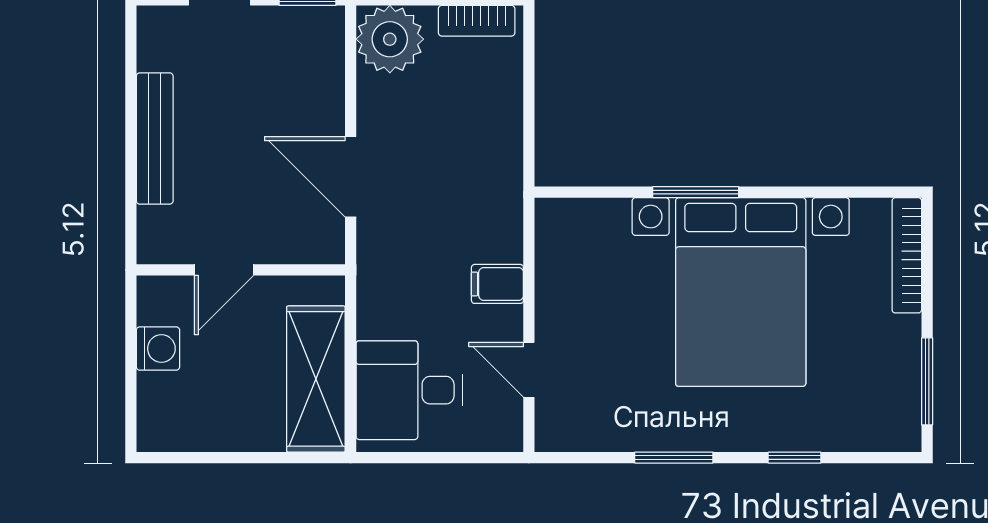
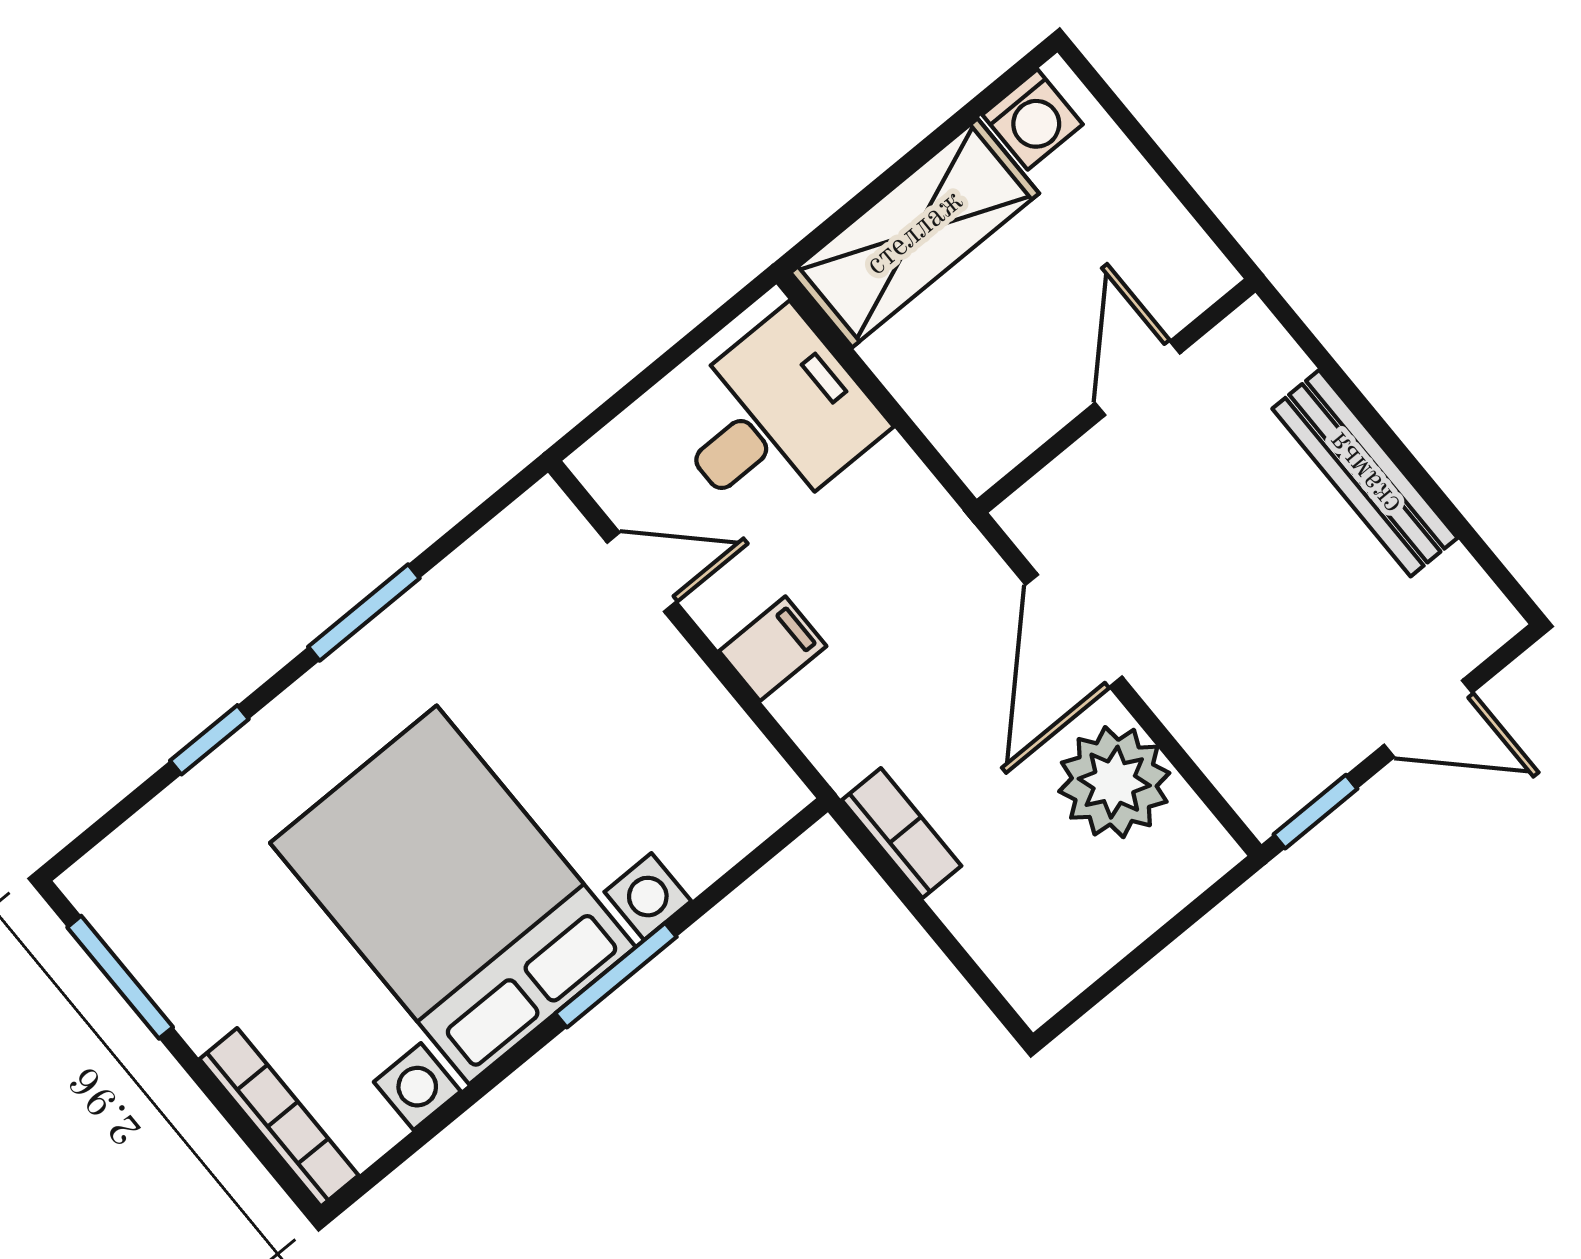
bookcase: (477, 21) -> (902, 833), moved, turned 90
plant: (390, 39) -> (1114, 782), moved
door: (351, 177) -> (1074, 631), swing flipped
washing machine: (158, 349) -> (1033, 119), moved, turned -90
shelving: (316, 379) -> (915, 233), moved, turned 90

